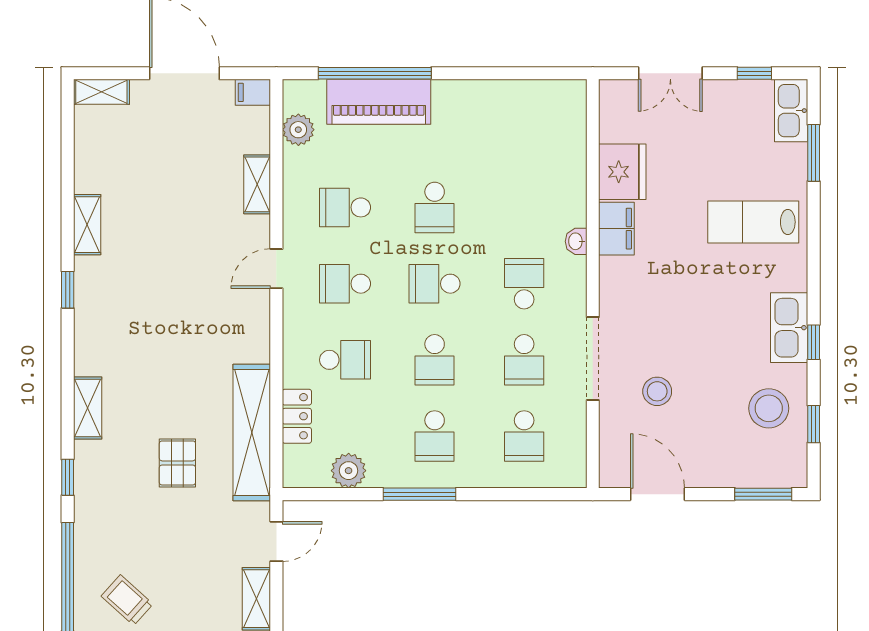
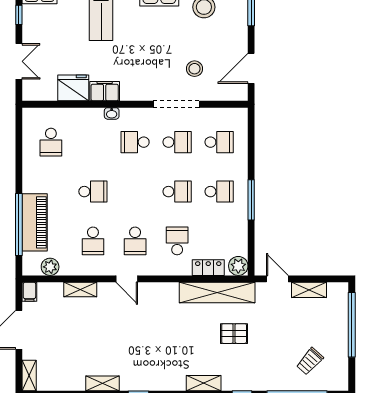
school desk: (435, 284) -> (51, 142), moved
plant: (349, 471) -> (238, 266), moved

